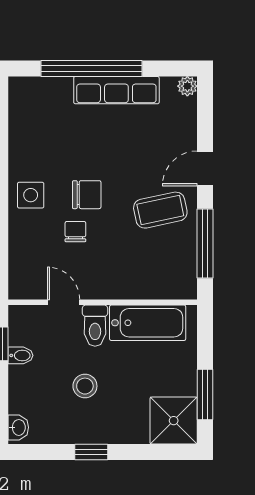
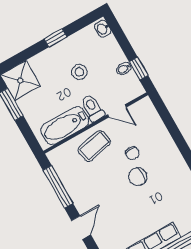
side table: (31, 195) -> (168, 159), removed
coffee table: (160, 210) -> (94, 146), moved

